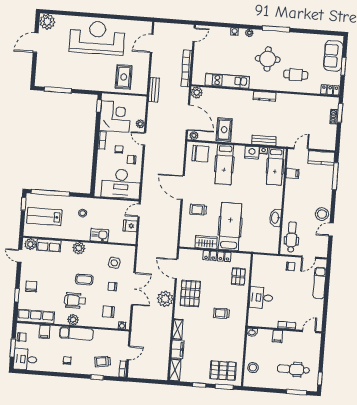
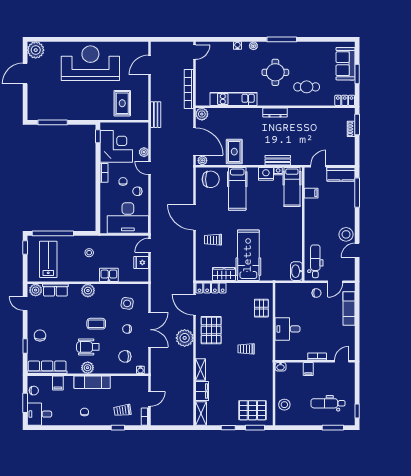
lab bench: (44, 216) -> (48, 259), turned 90
washbasin: (275, 218) -> (296, 271), moved
locker: (217, 256) -> (211, 288), moved

